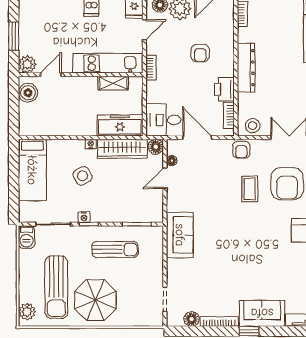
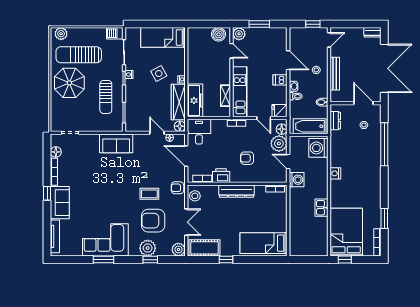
door: (197, 138) -> (186, 156), swing flipped

